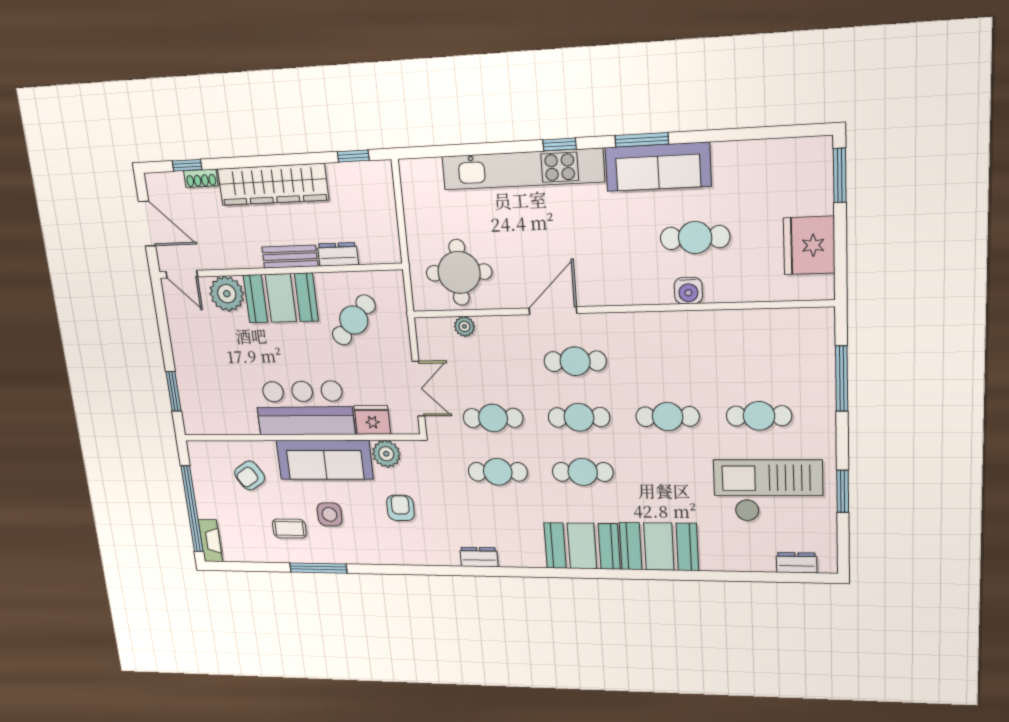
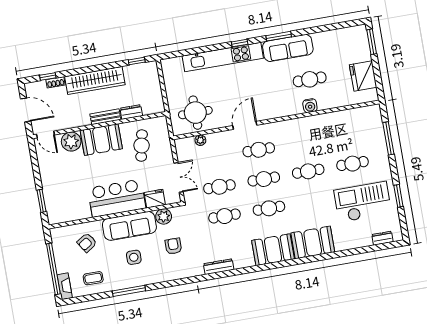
cafe table: (354, 320) -> (142, 146), turned -30
coffee table: (289, 529) -> (93, 278), moved
dresser: (479, 557) -> (219, 267), width x1.44

